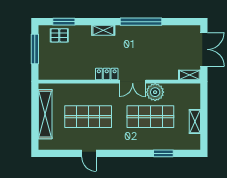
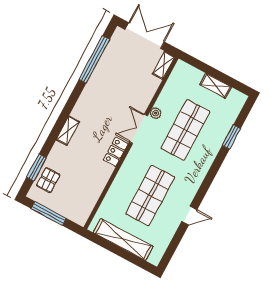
window: (141, 22) -> (94, 59), moved
double door: (133, 82) -> (139, 129), swing flipped
plant: (155, 92) -> (156, 113), width x0.53, depth x0.53

